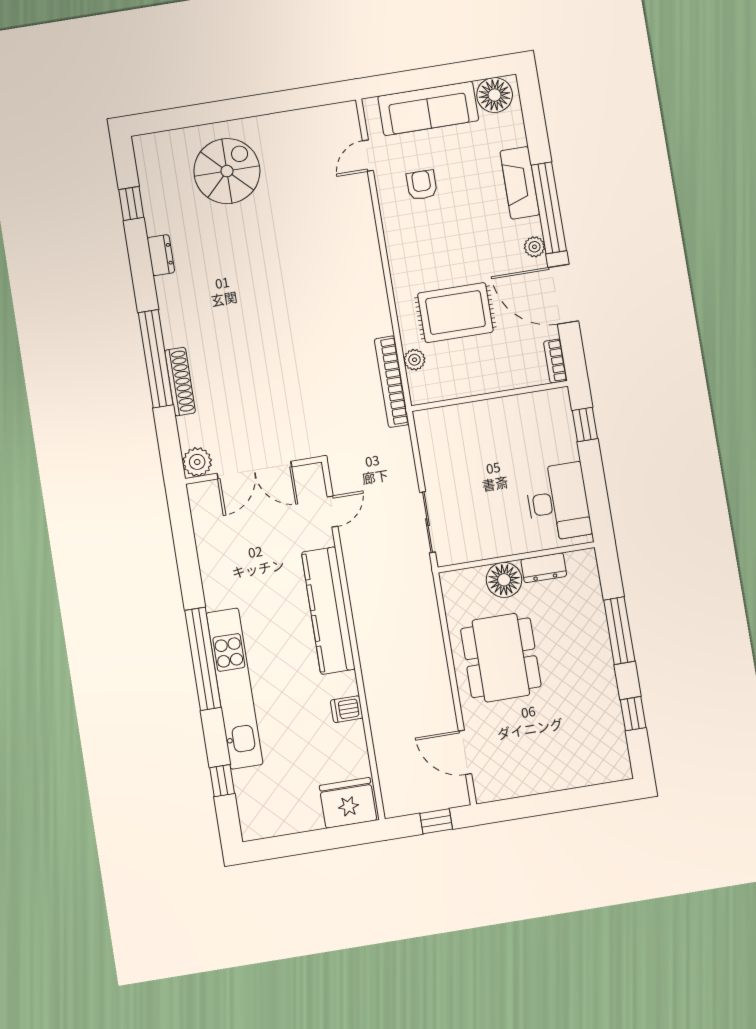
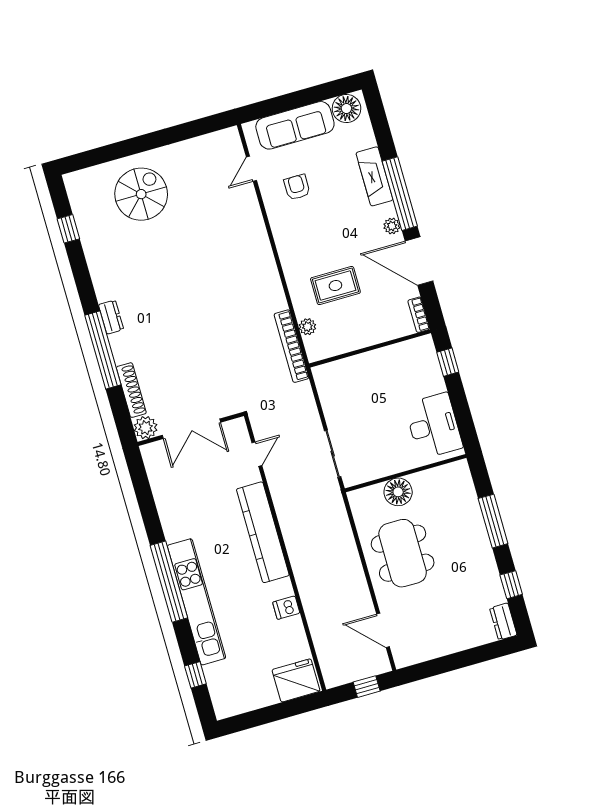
dresser: (161, 255) -> (111, 317), moved
rug: (455, 313) -> (335, 286), width x0.73, depth x0.70
shoe rack: (180, 382) -> (131, 390), moved
dresser: (544, 568) -> (503, 622), moved, turned 90

